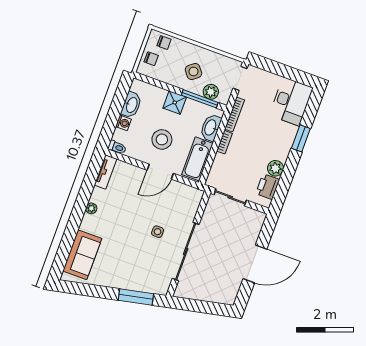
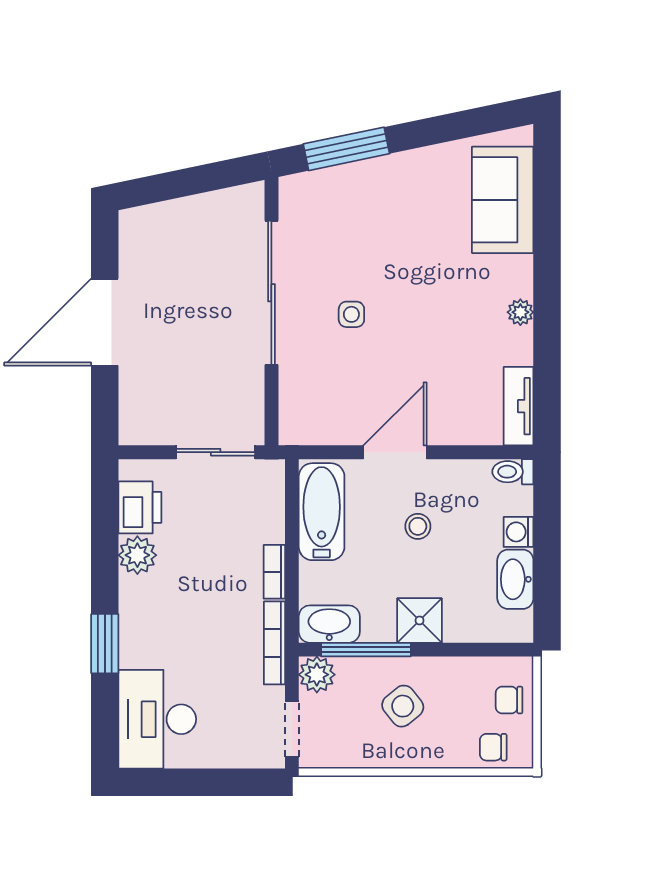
plant: (211, 92) -> (317, 675), moved
washbasin: (211, 128) -> (329, 624), moved, turned -90
stool: (162, 139) -> (418, 526), width x0.53, depth x0.53

